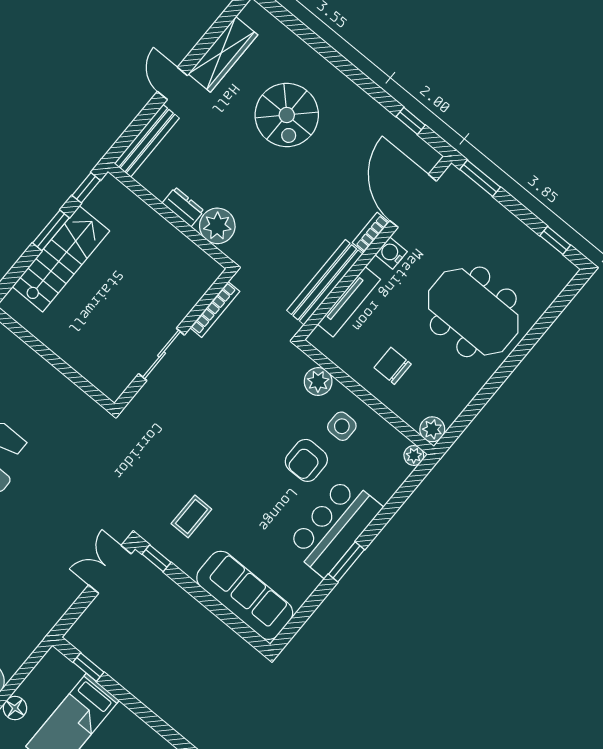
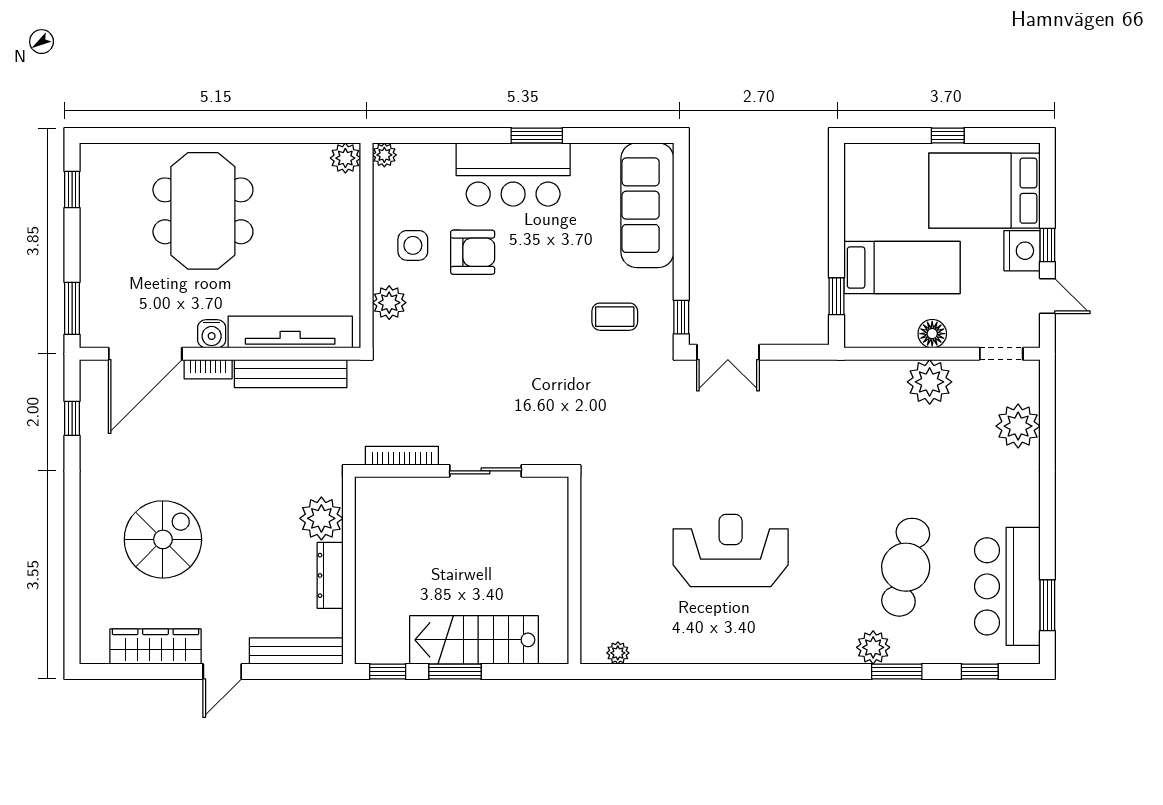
dresser: (183, 207) -> (330, 575), width x1.44
tv unit: (349, 302) -> (290, 332), width x1.36, depth x1.29
chair: (393, 366) -> (316, 245), removed

